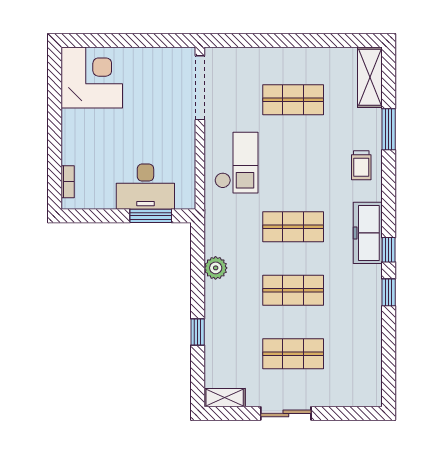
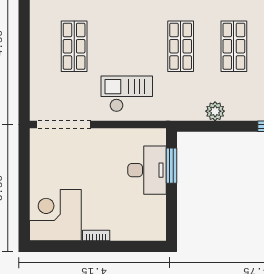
bookcase: (68, 182) -> (96, 235), moved

